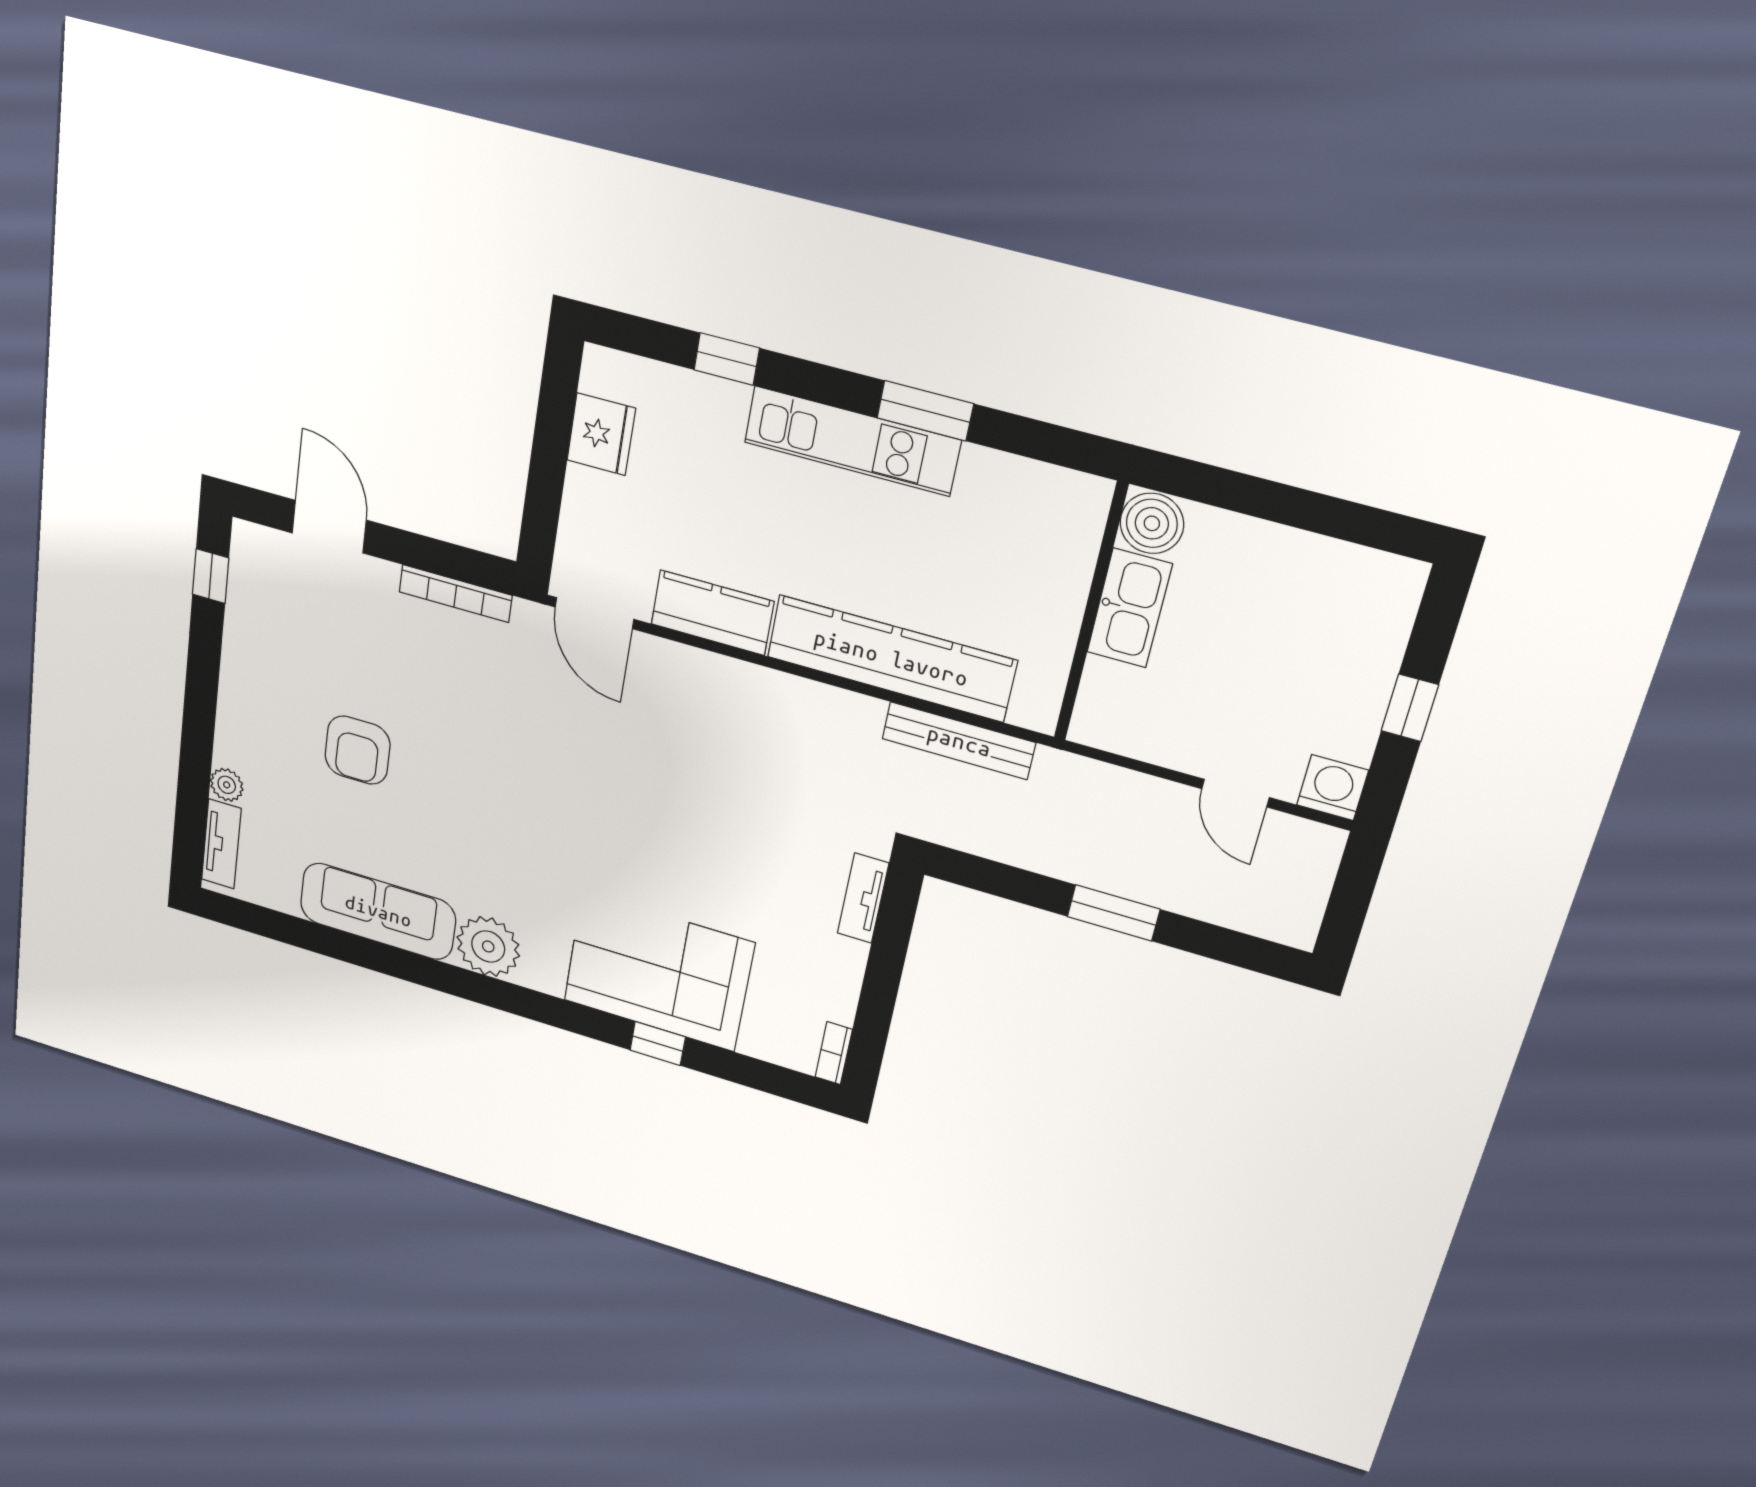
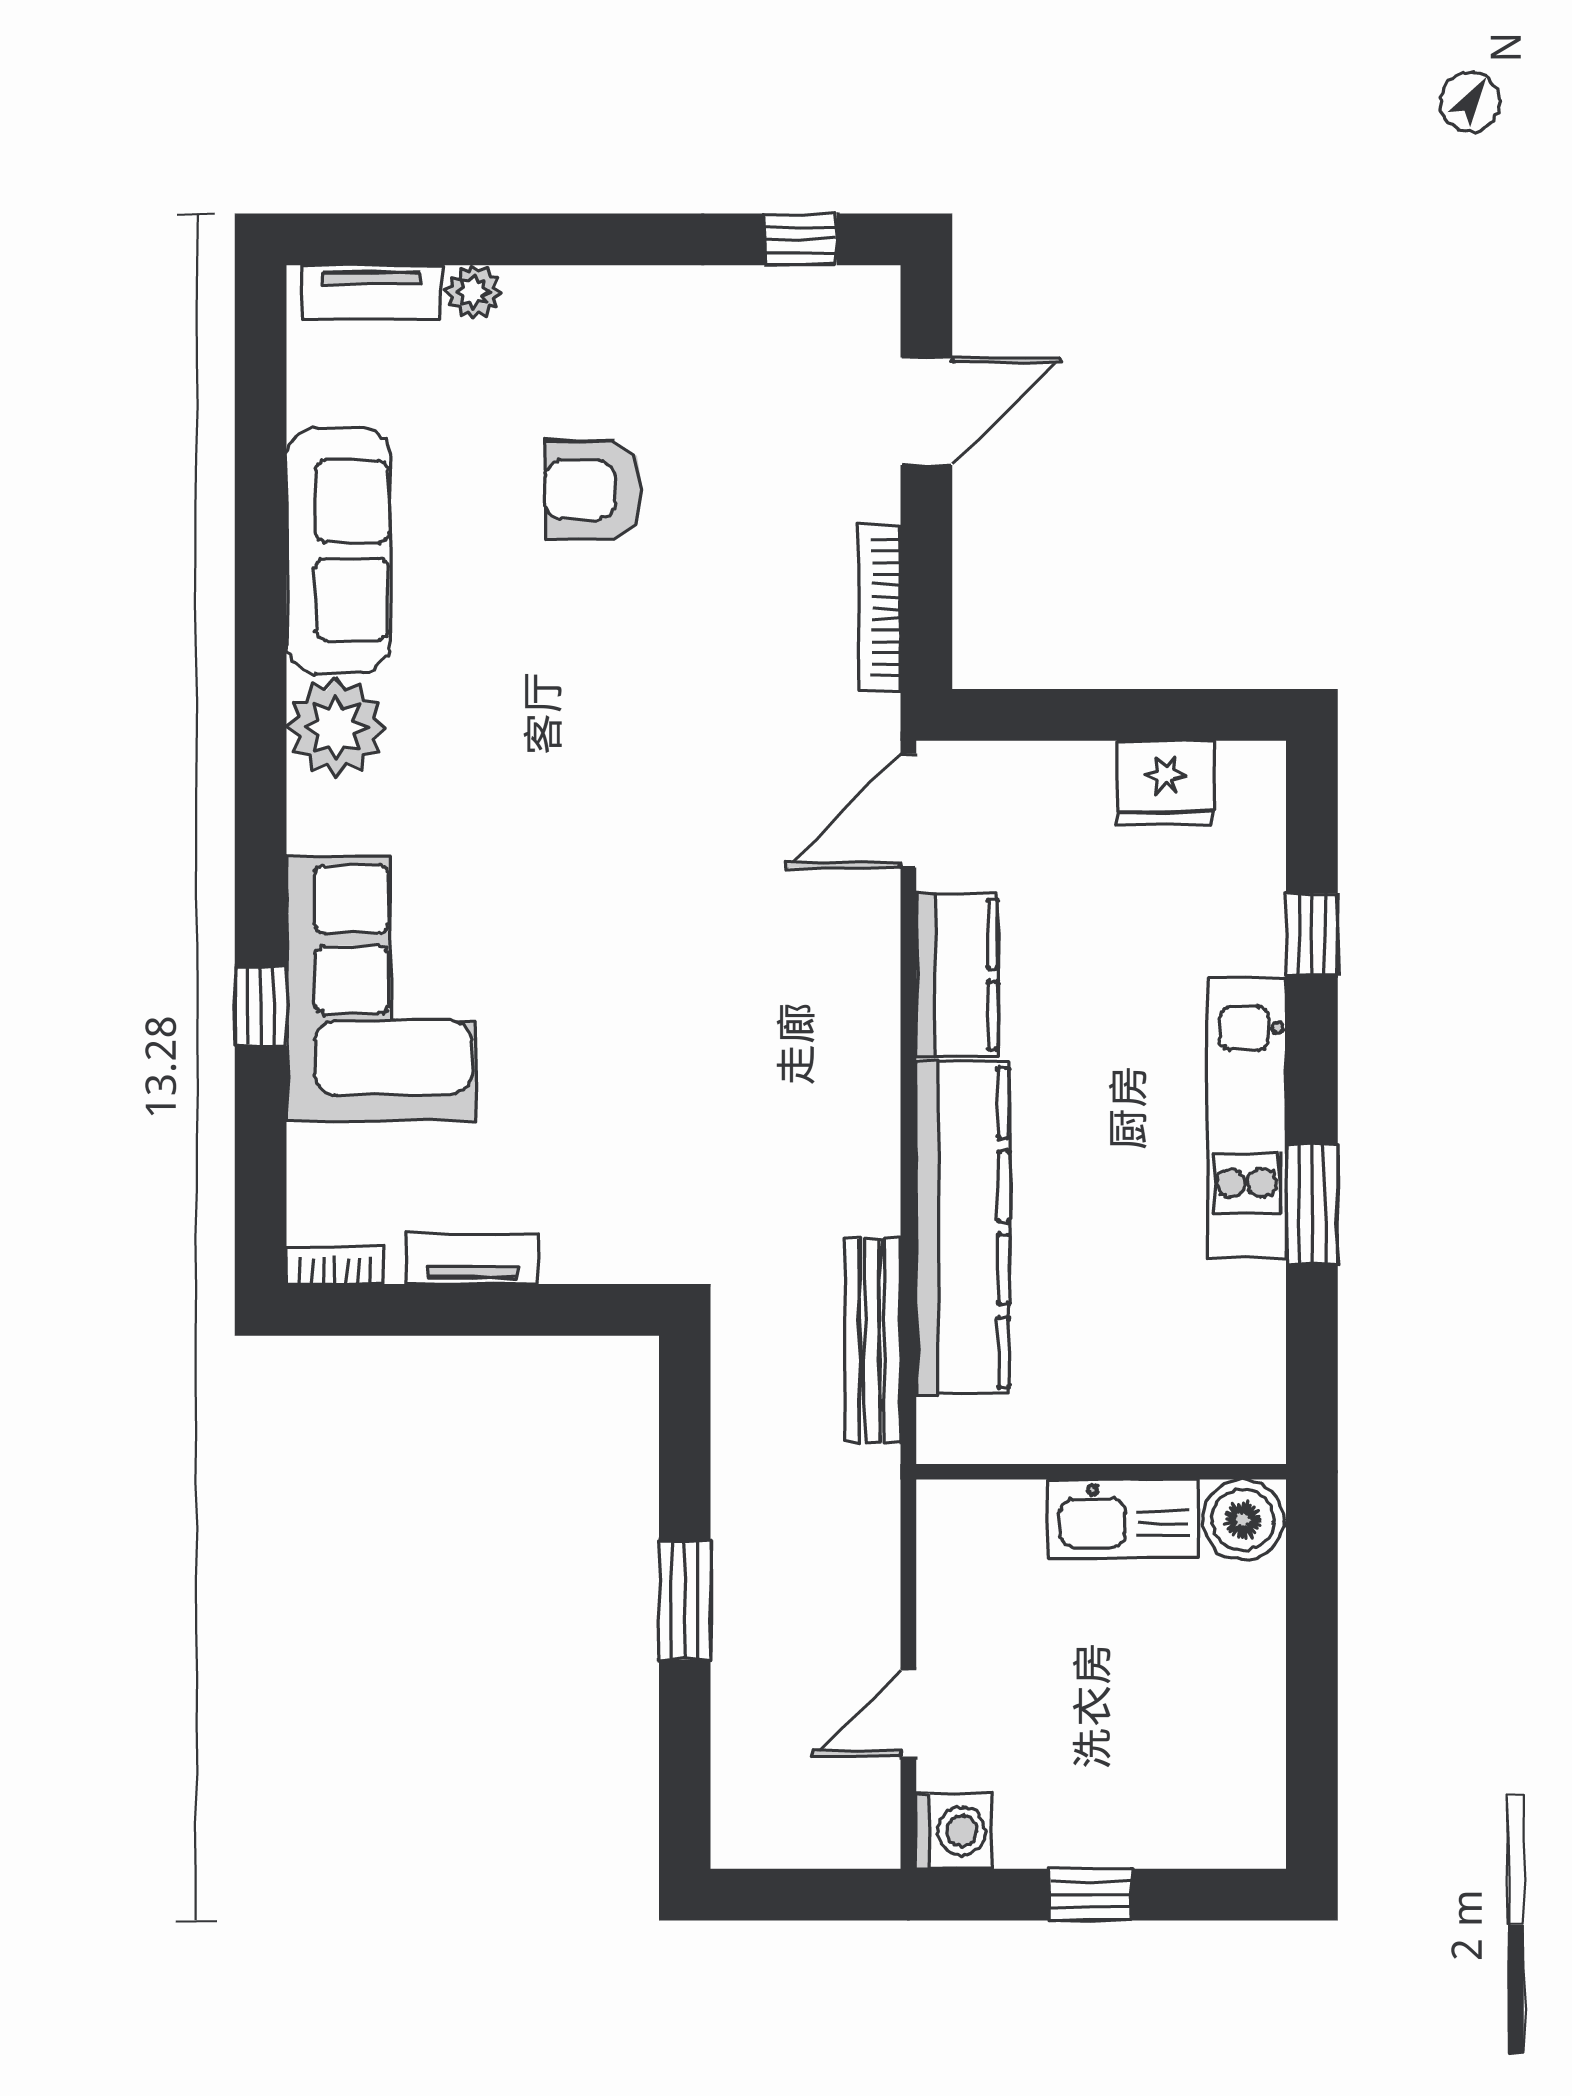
tv unit: (863, 898) -> (473, 1259), moved

